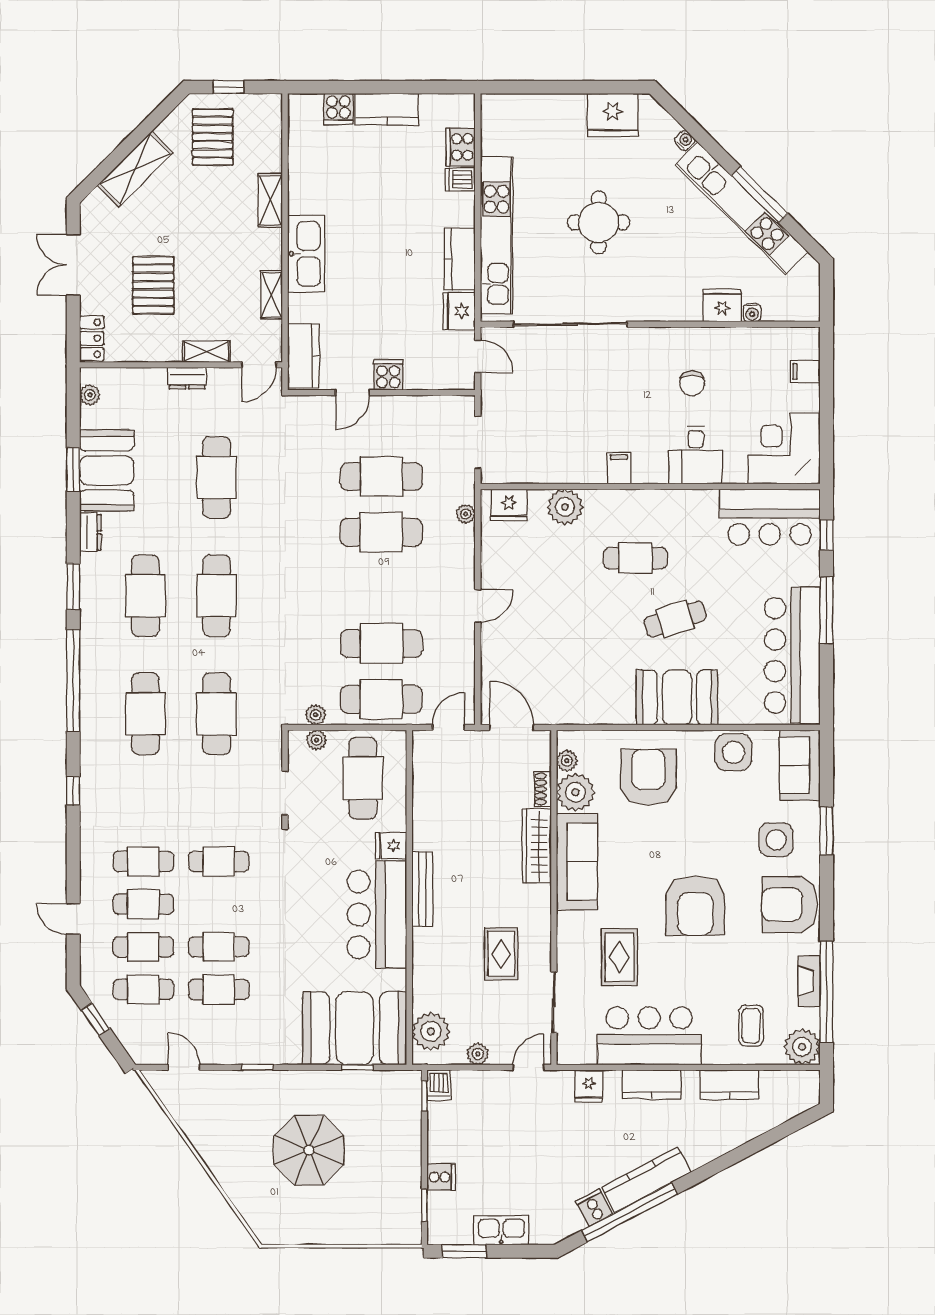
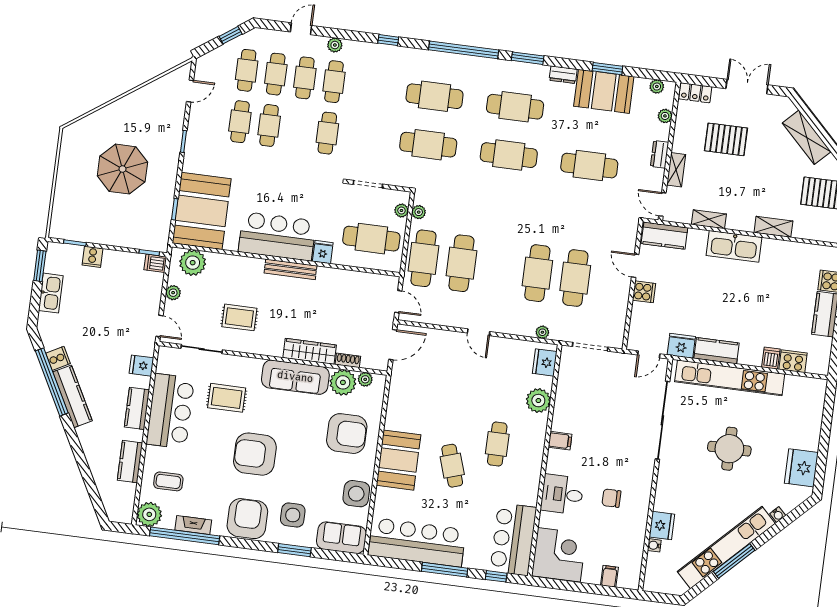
plant: (131, 378) -> (665, 116), added
plant: (90, 867) -> (335, 45), added

